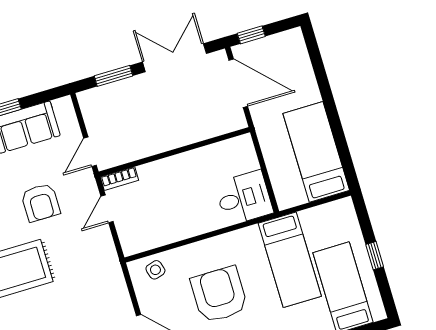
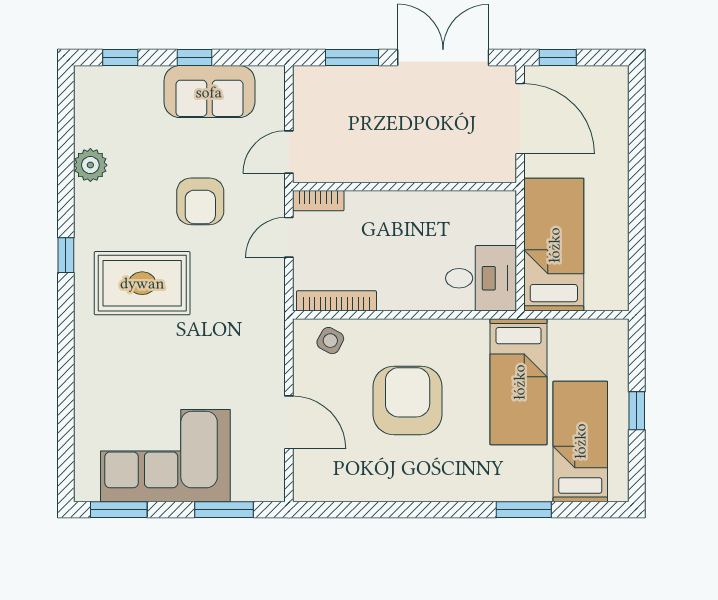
bed: (316, 152) -> (554, 245), moved
bookcase: (152, 242) -> (336, 301), added
side table: (155, 270) -> (330, 341), turned 45

